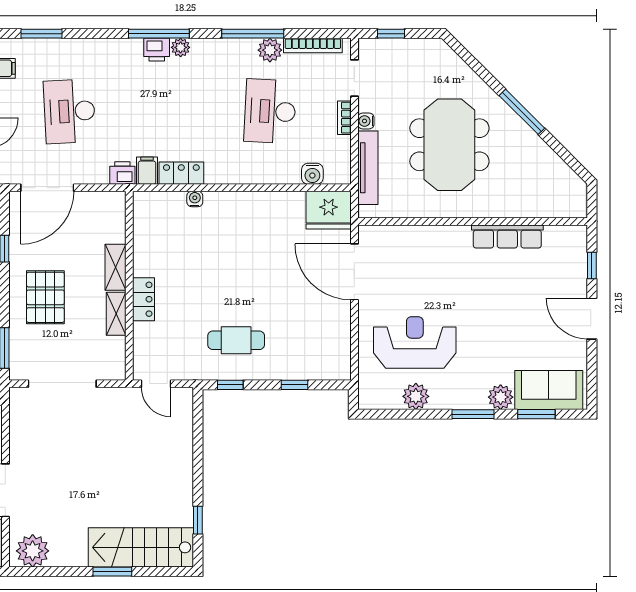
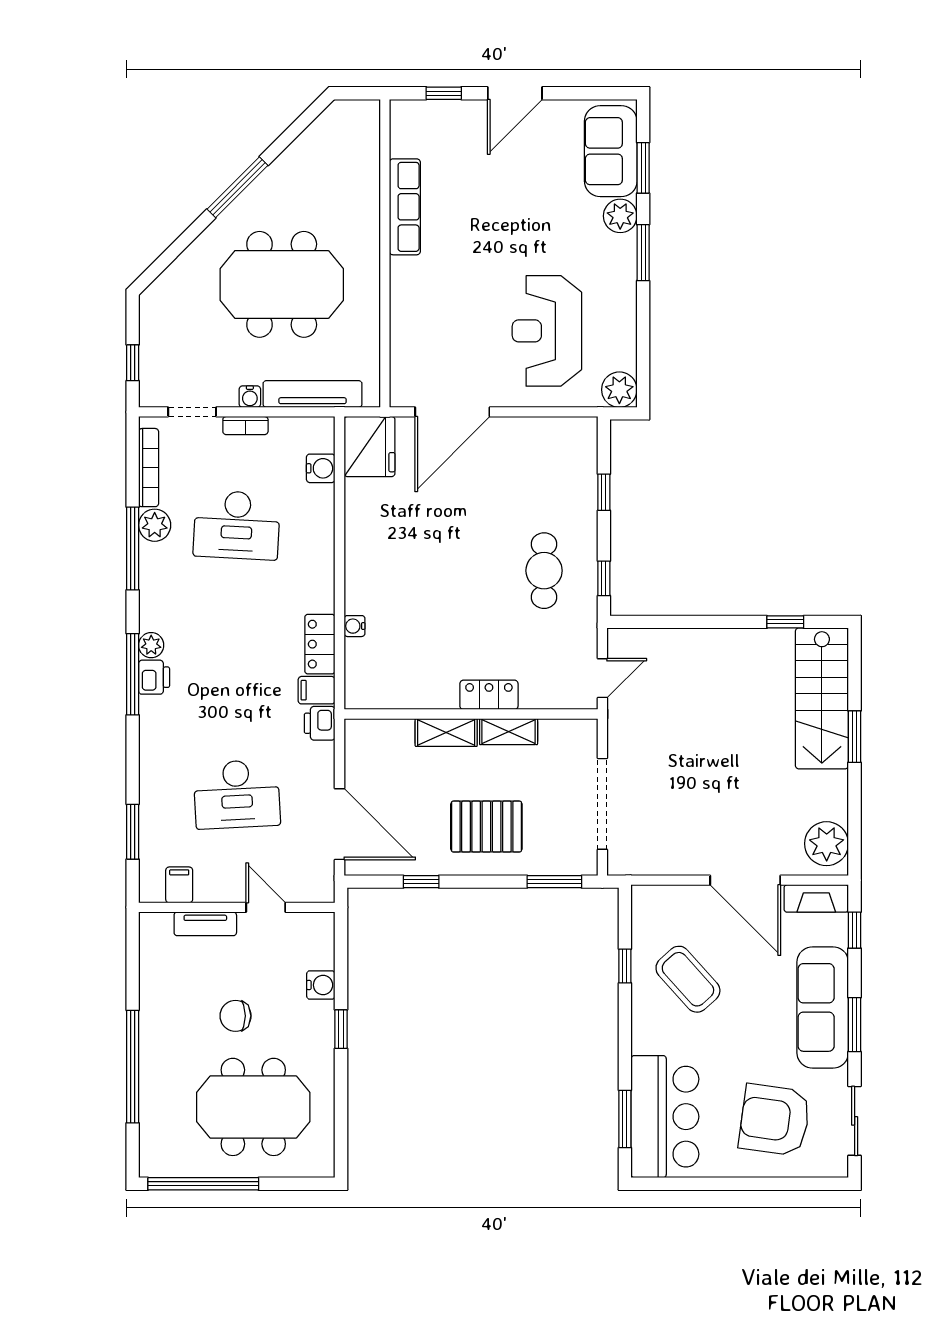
plant: (416, 396) -> (619, 390), moved

